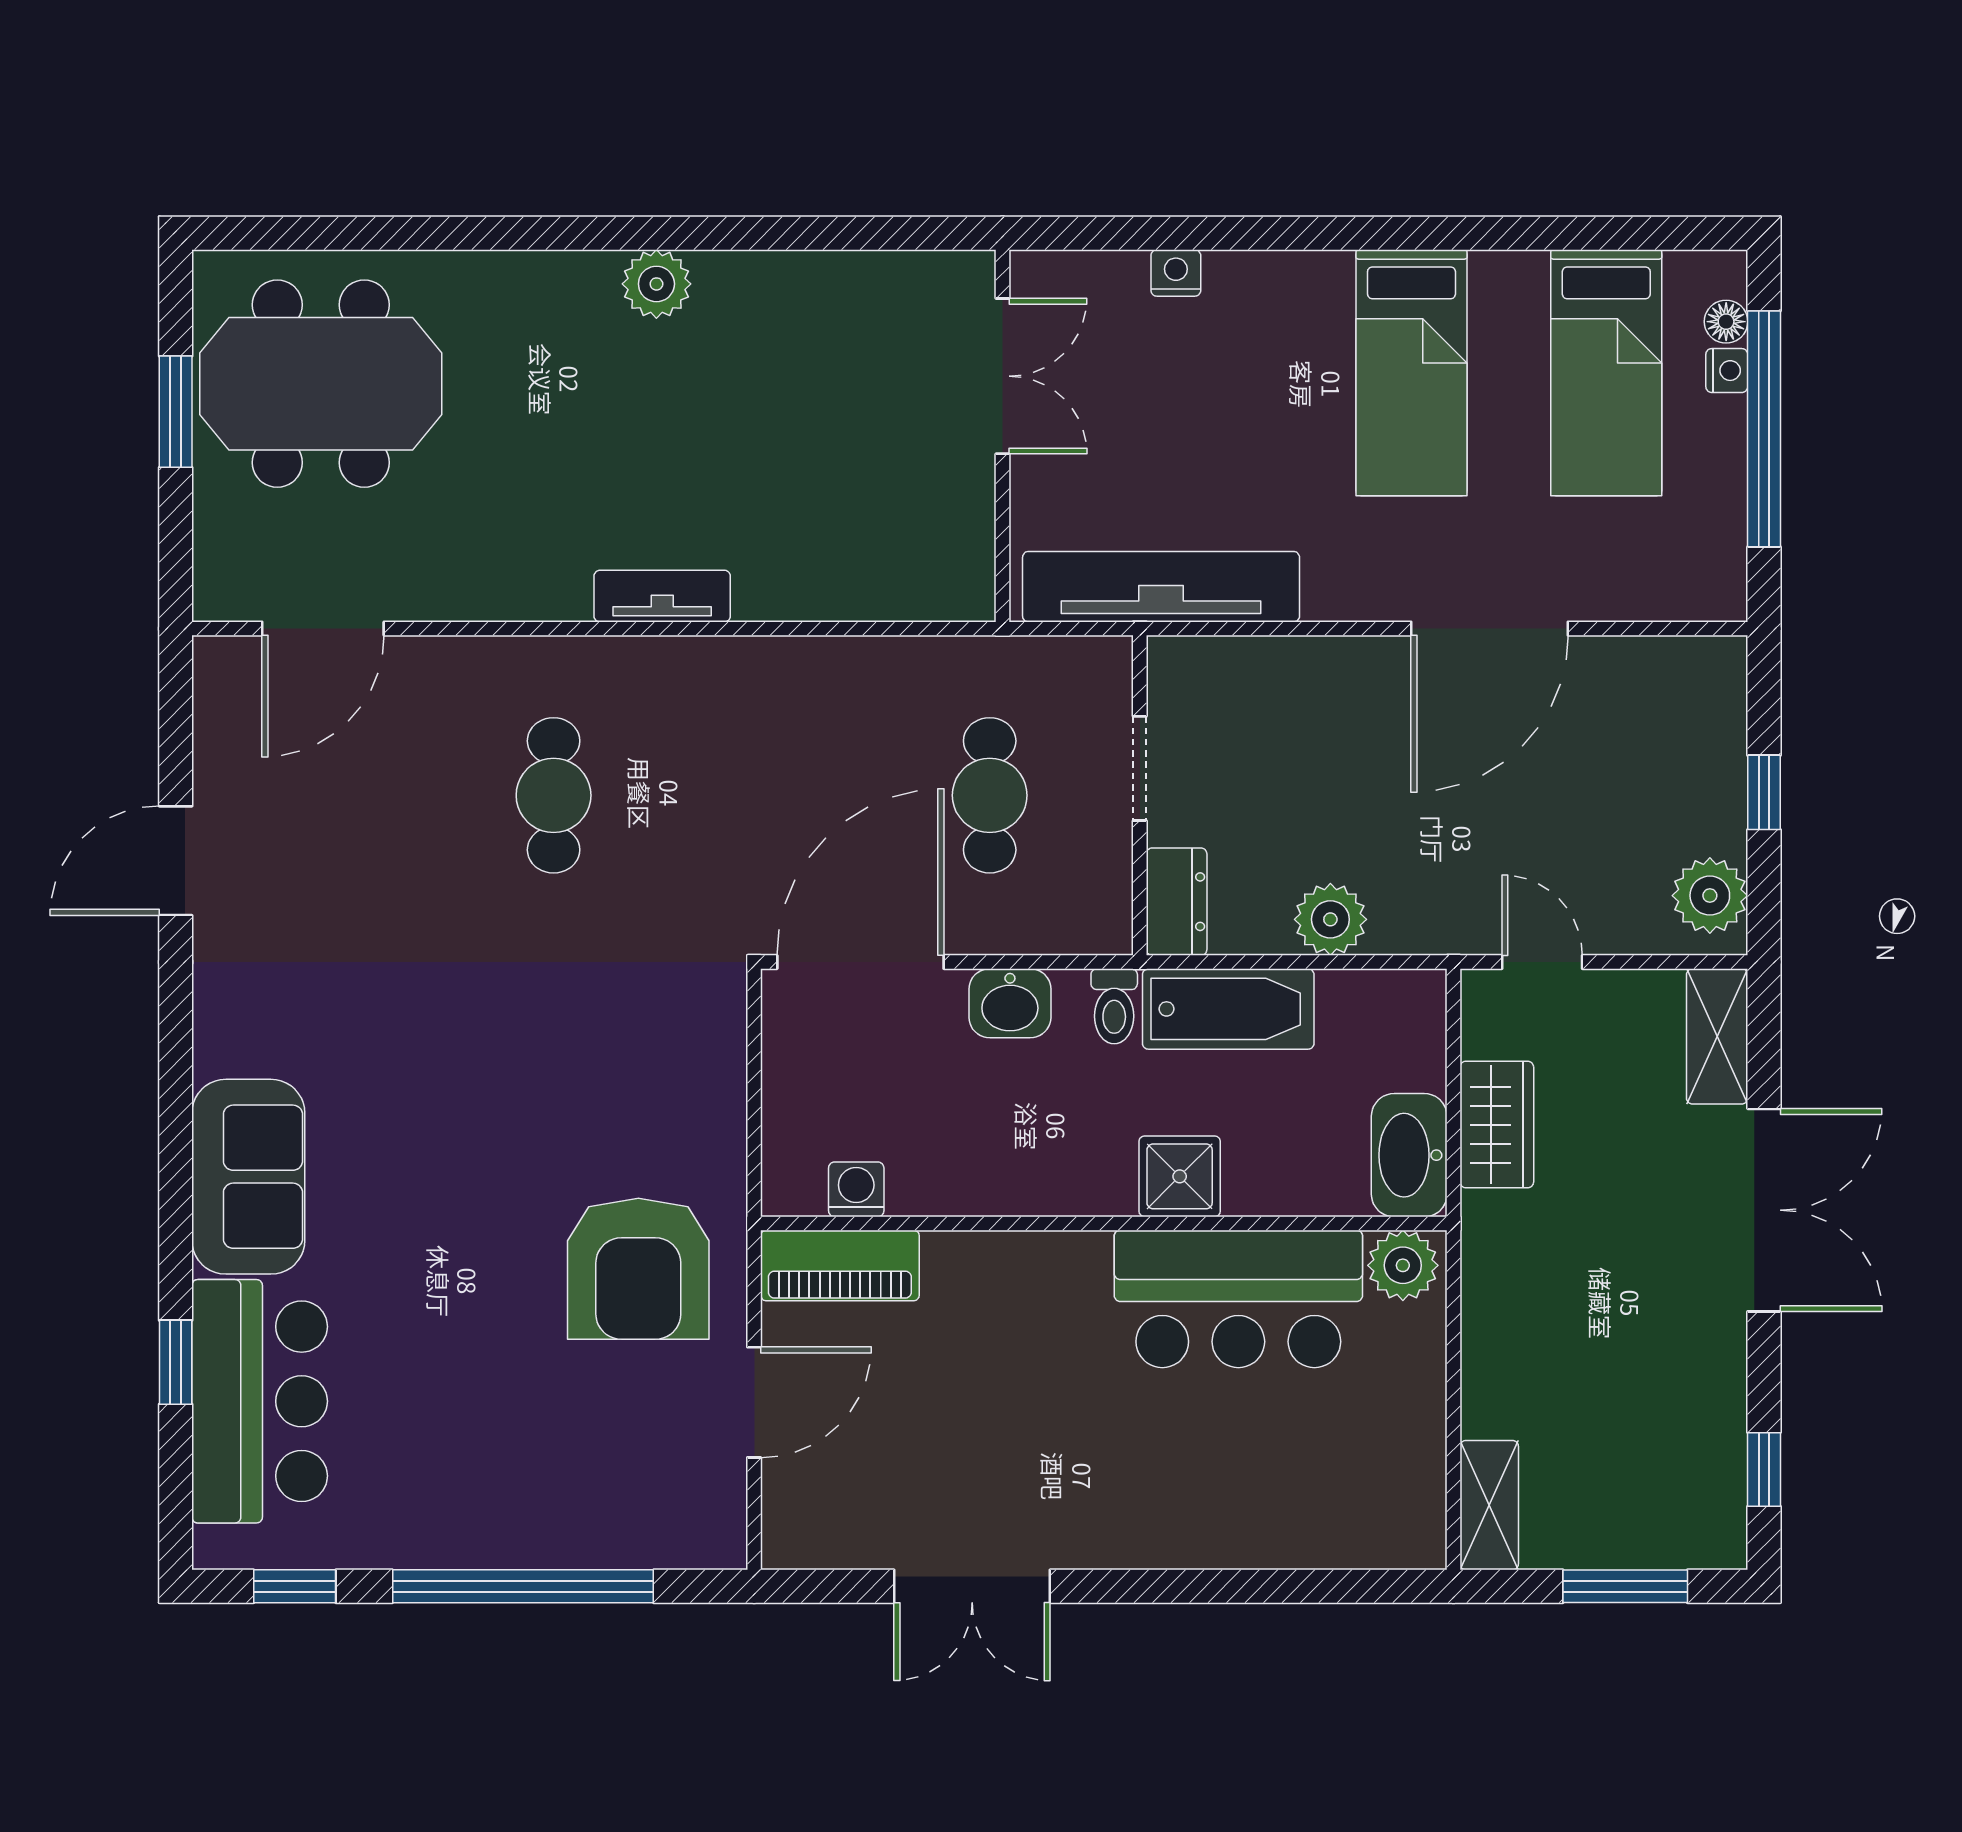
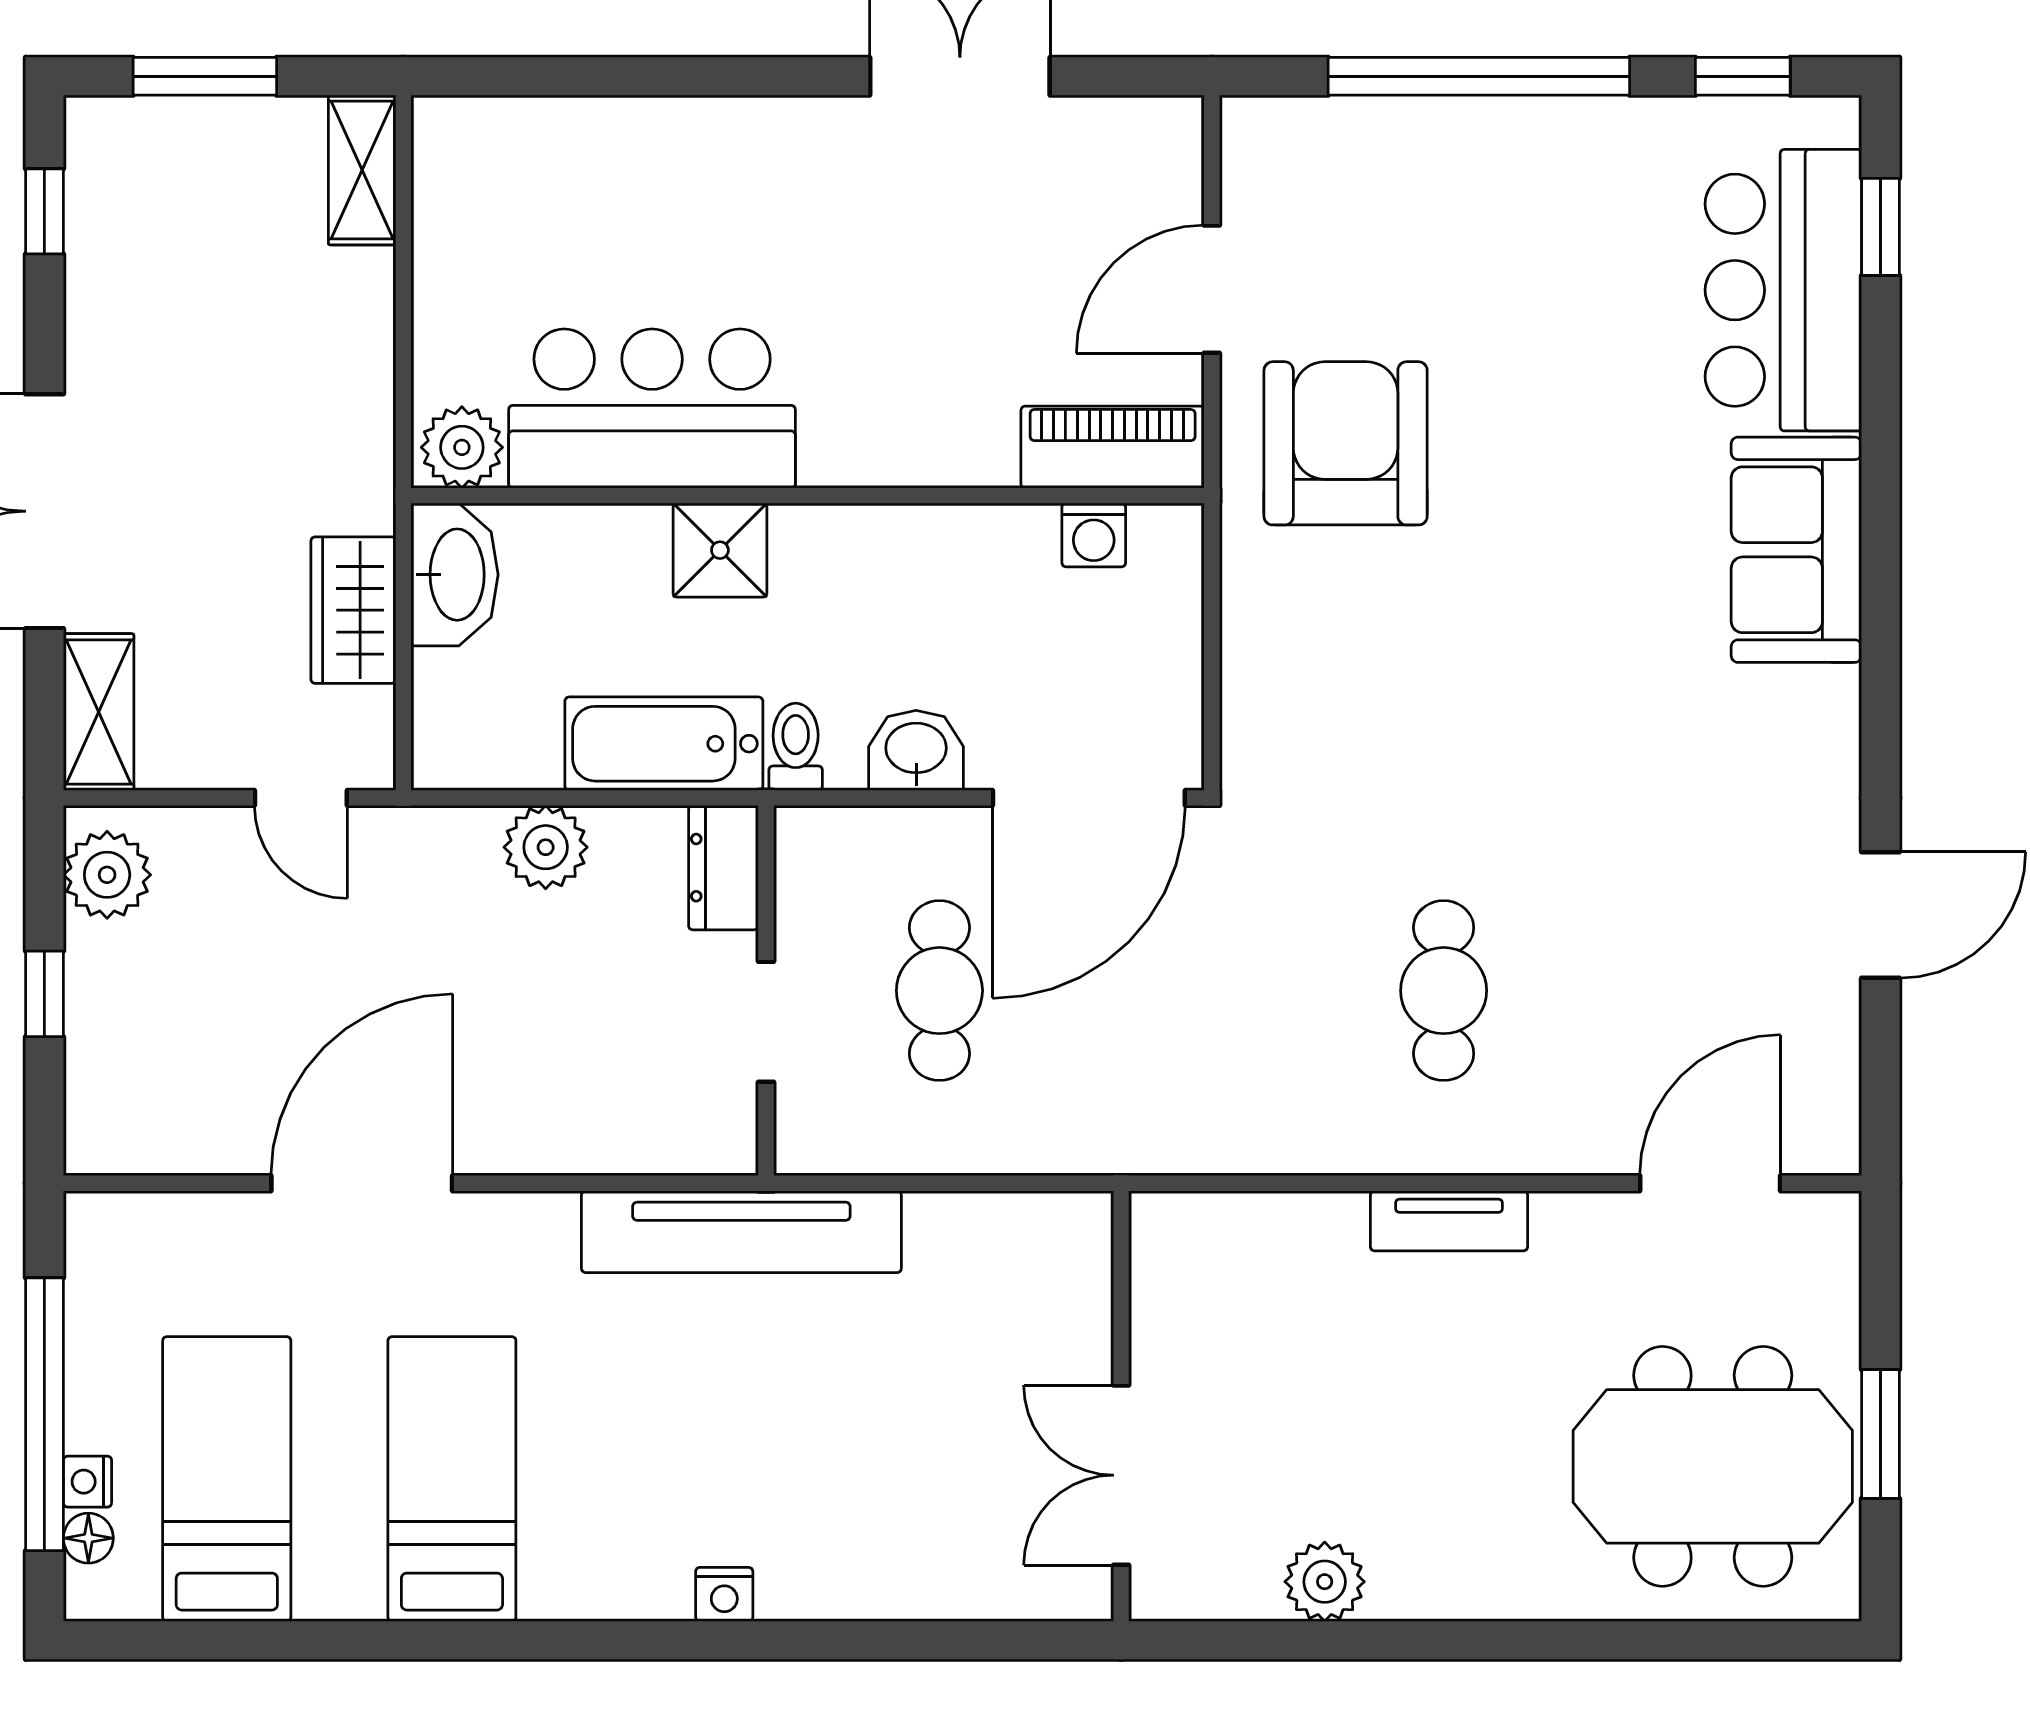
double door: (1002, 376) -> (1121, 1475), moved
wall: (1002, 436) -> (1121, 1406), moved
tv unit: (662, 596) -> (1449, 1221), moved
window: (176, 1362) -> (1880, 227), moved

